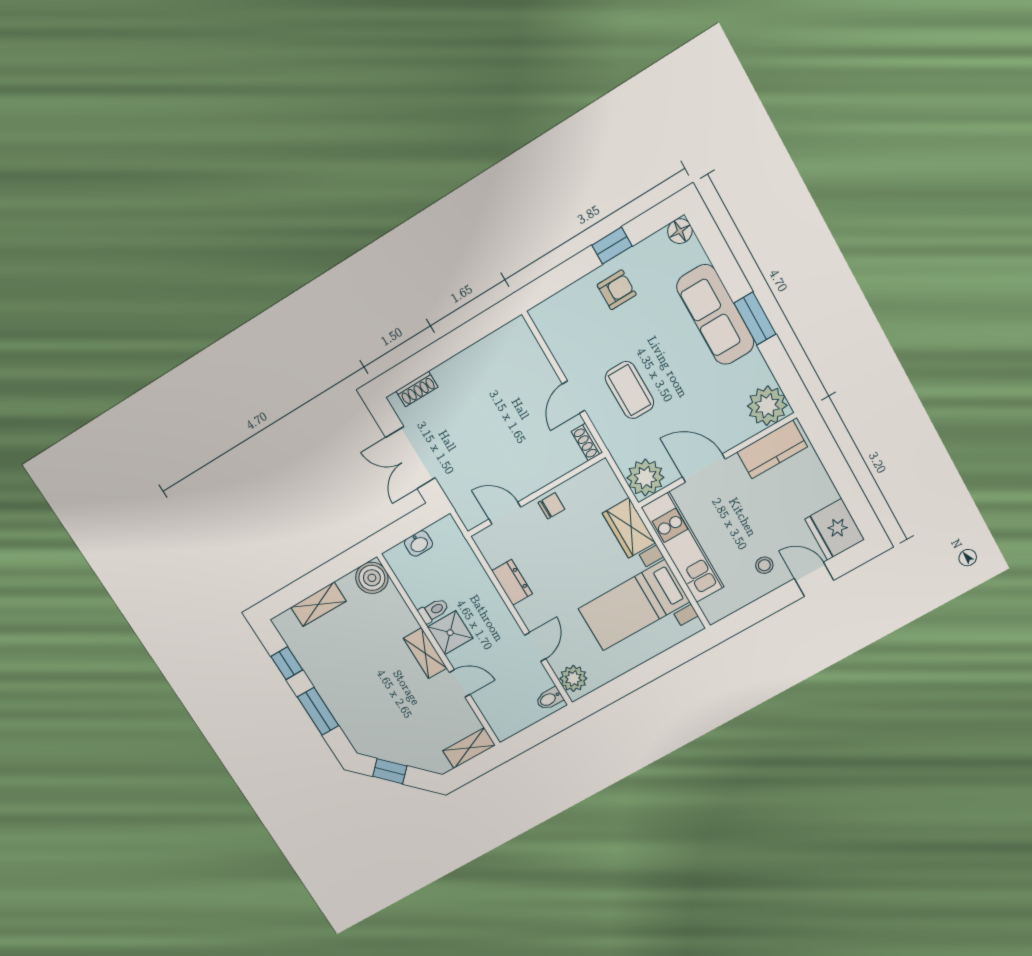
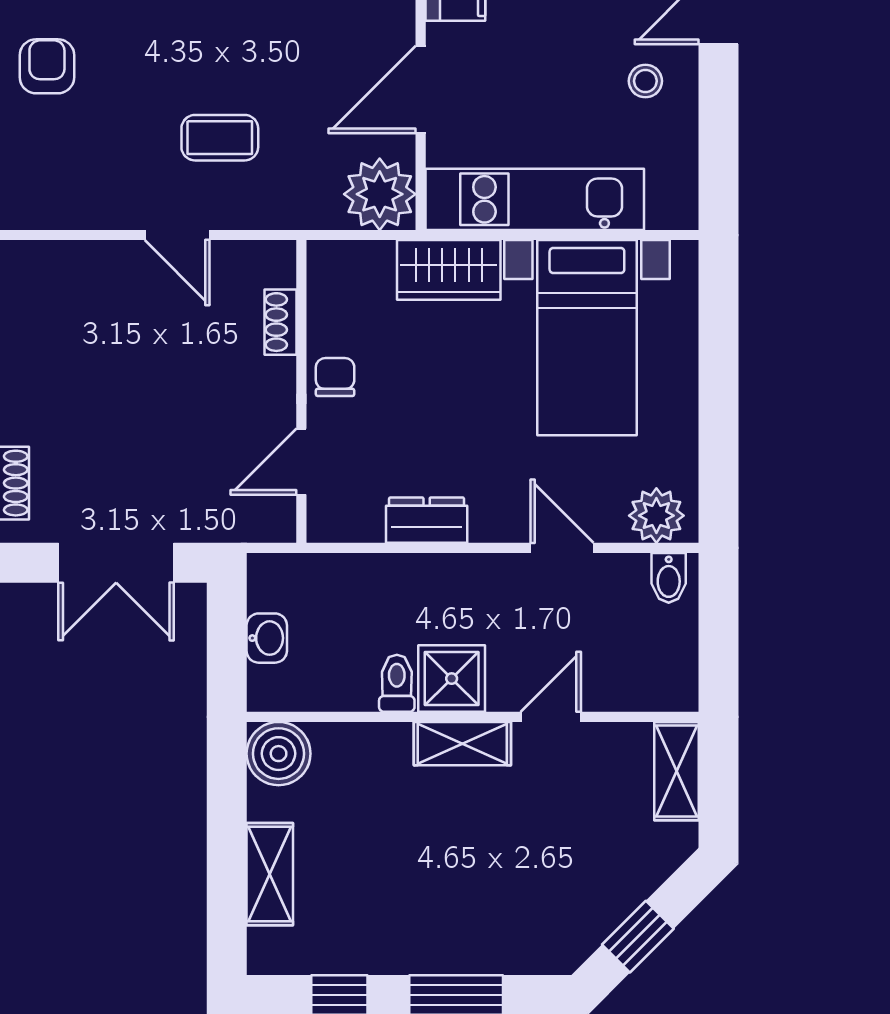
coffee table: (629, 390) -> (220, 138), width x0.73, depth x0.77
shoe rack: (587, 442) -> (280, 322), moved, turned 90

